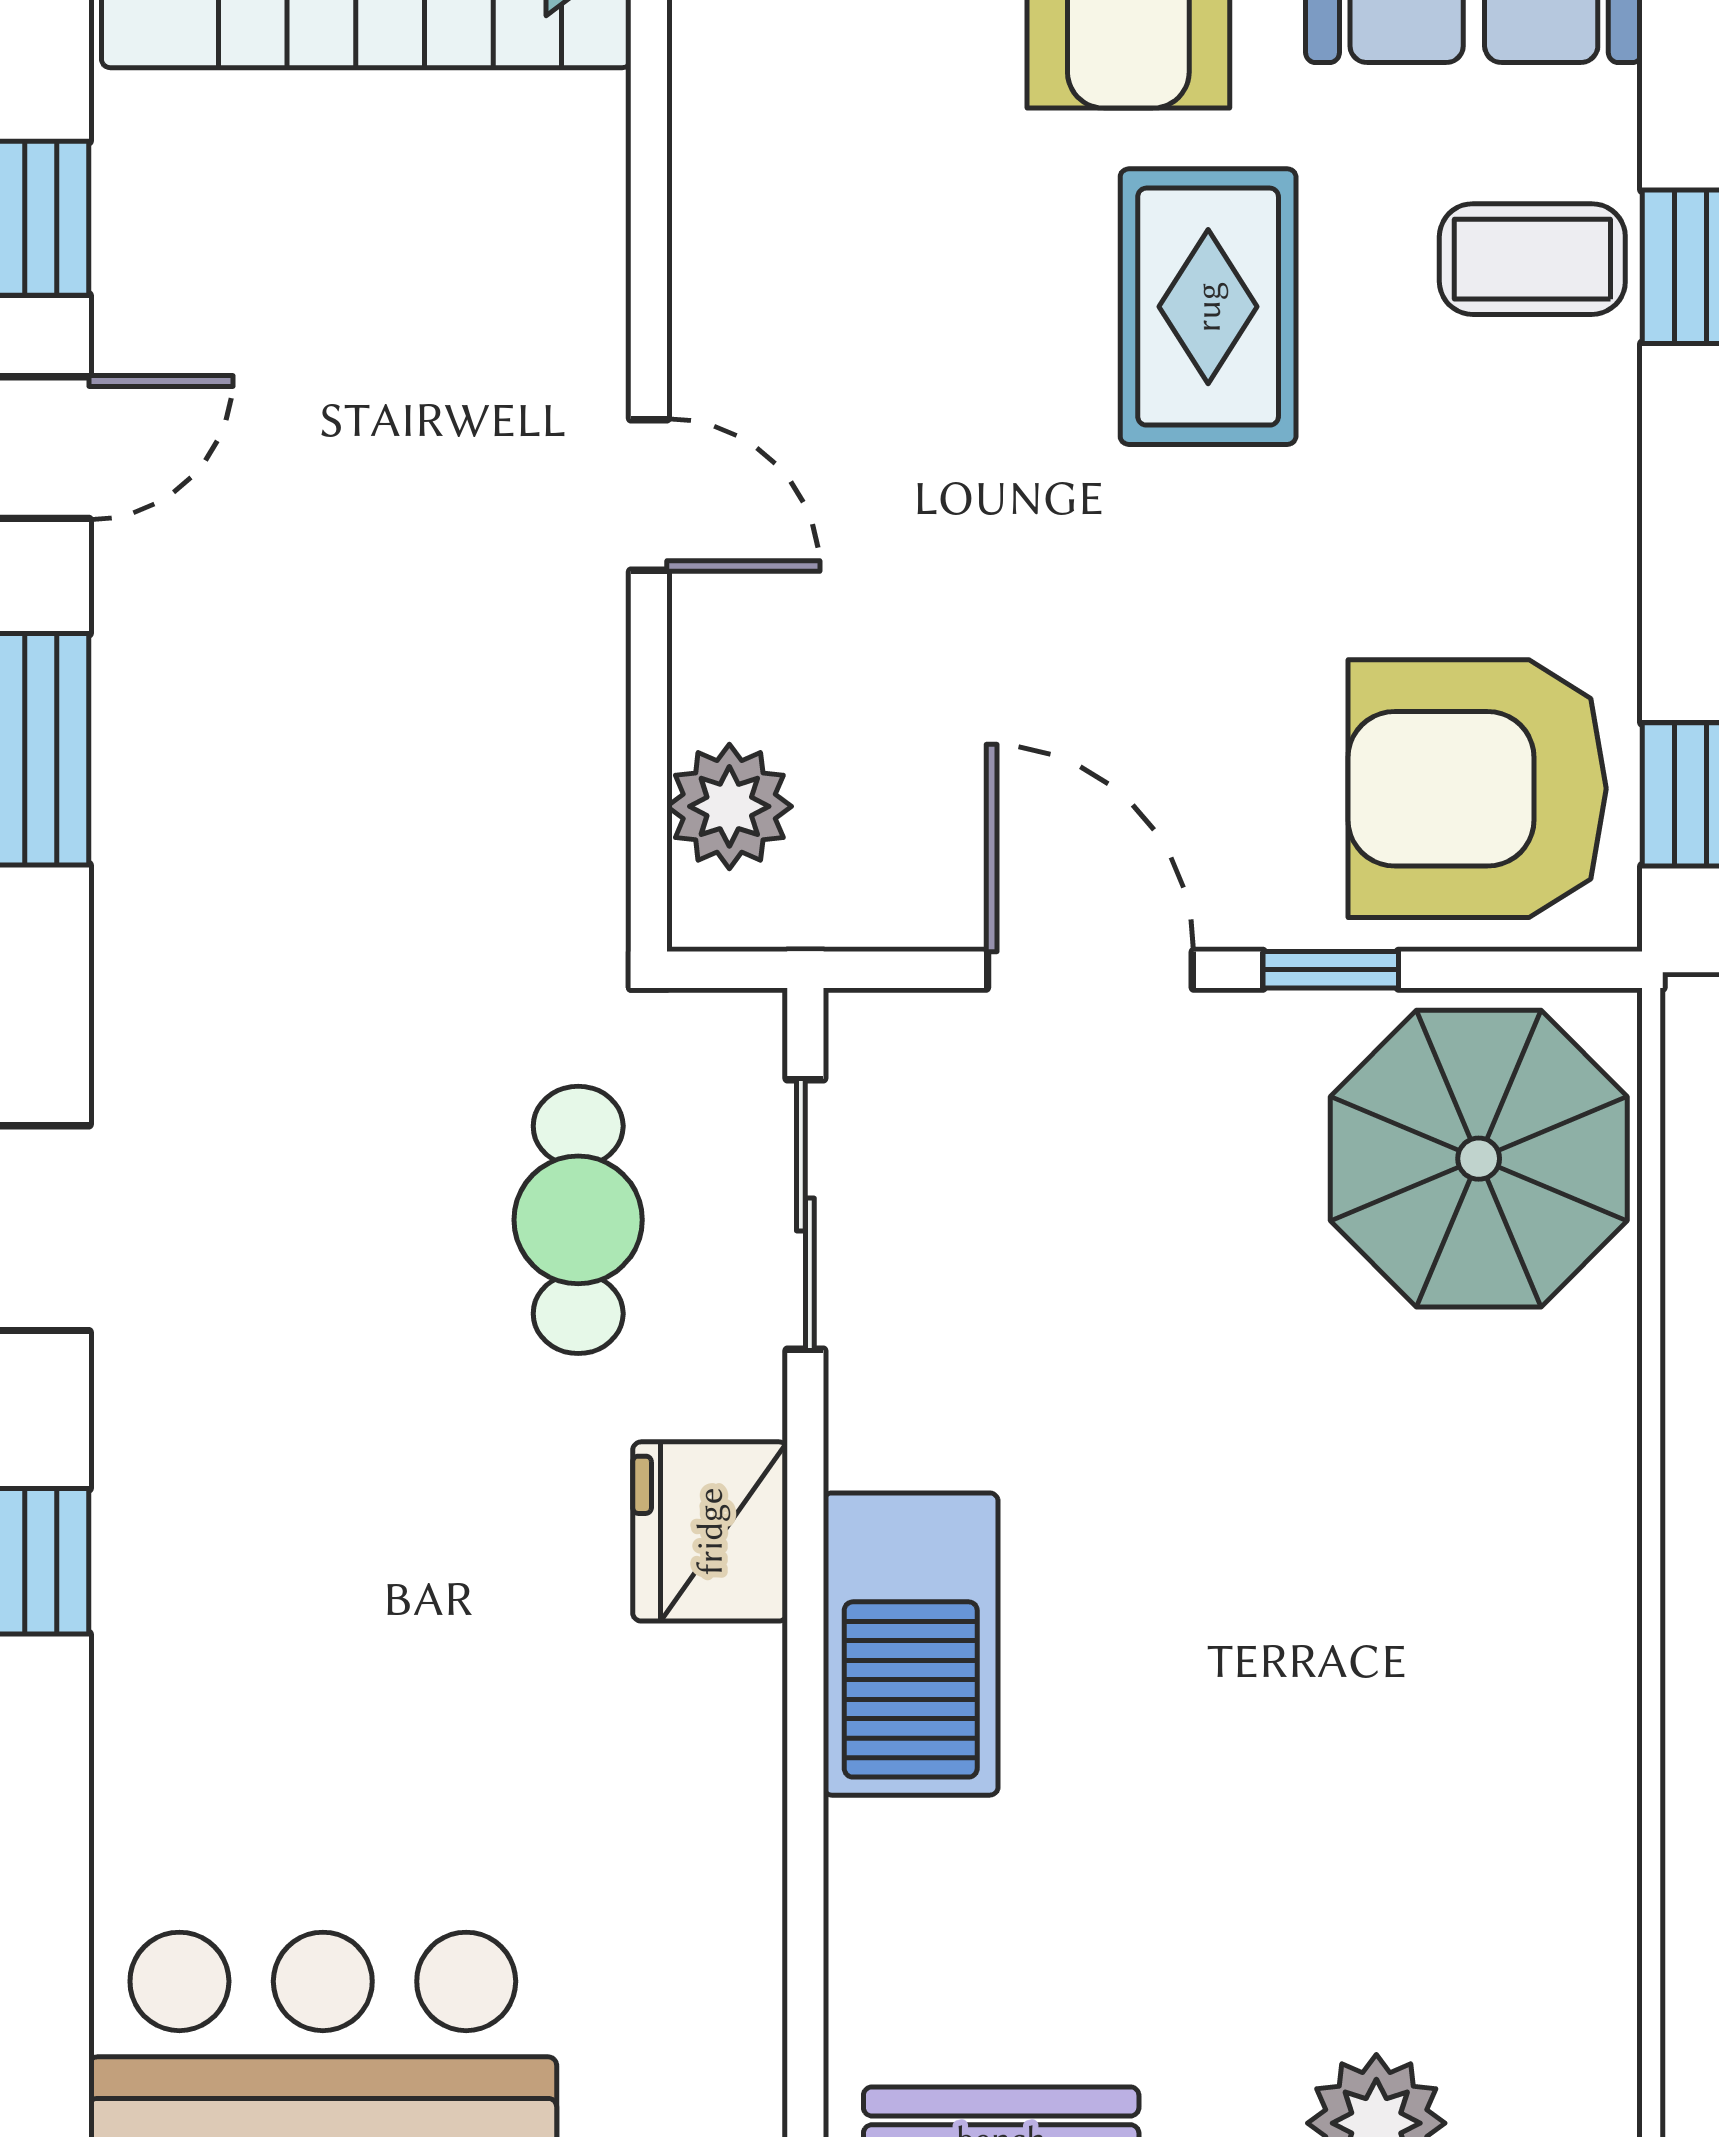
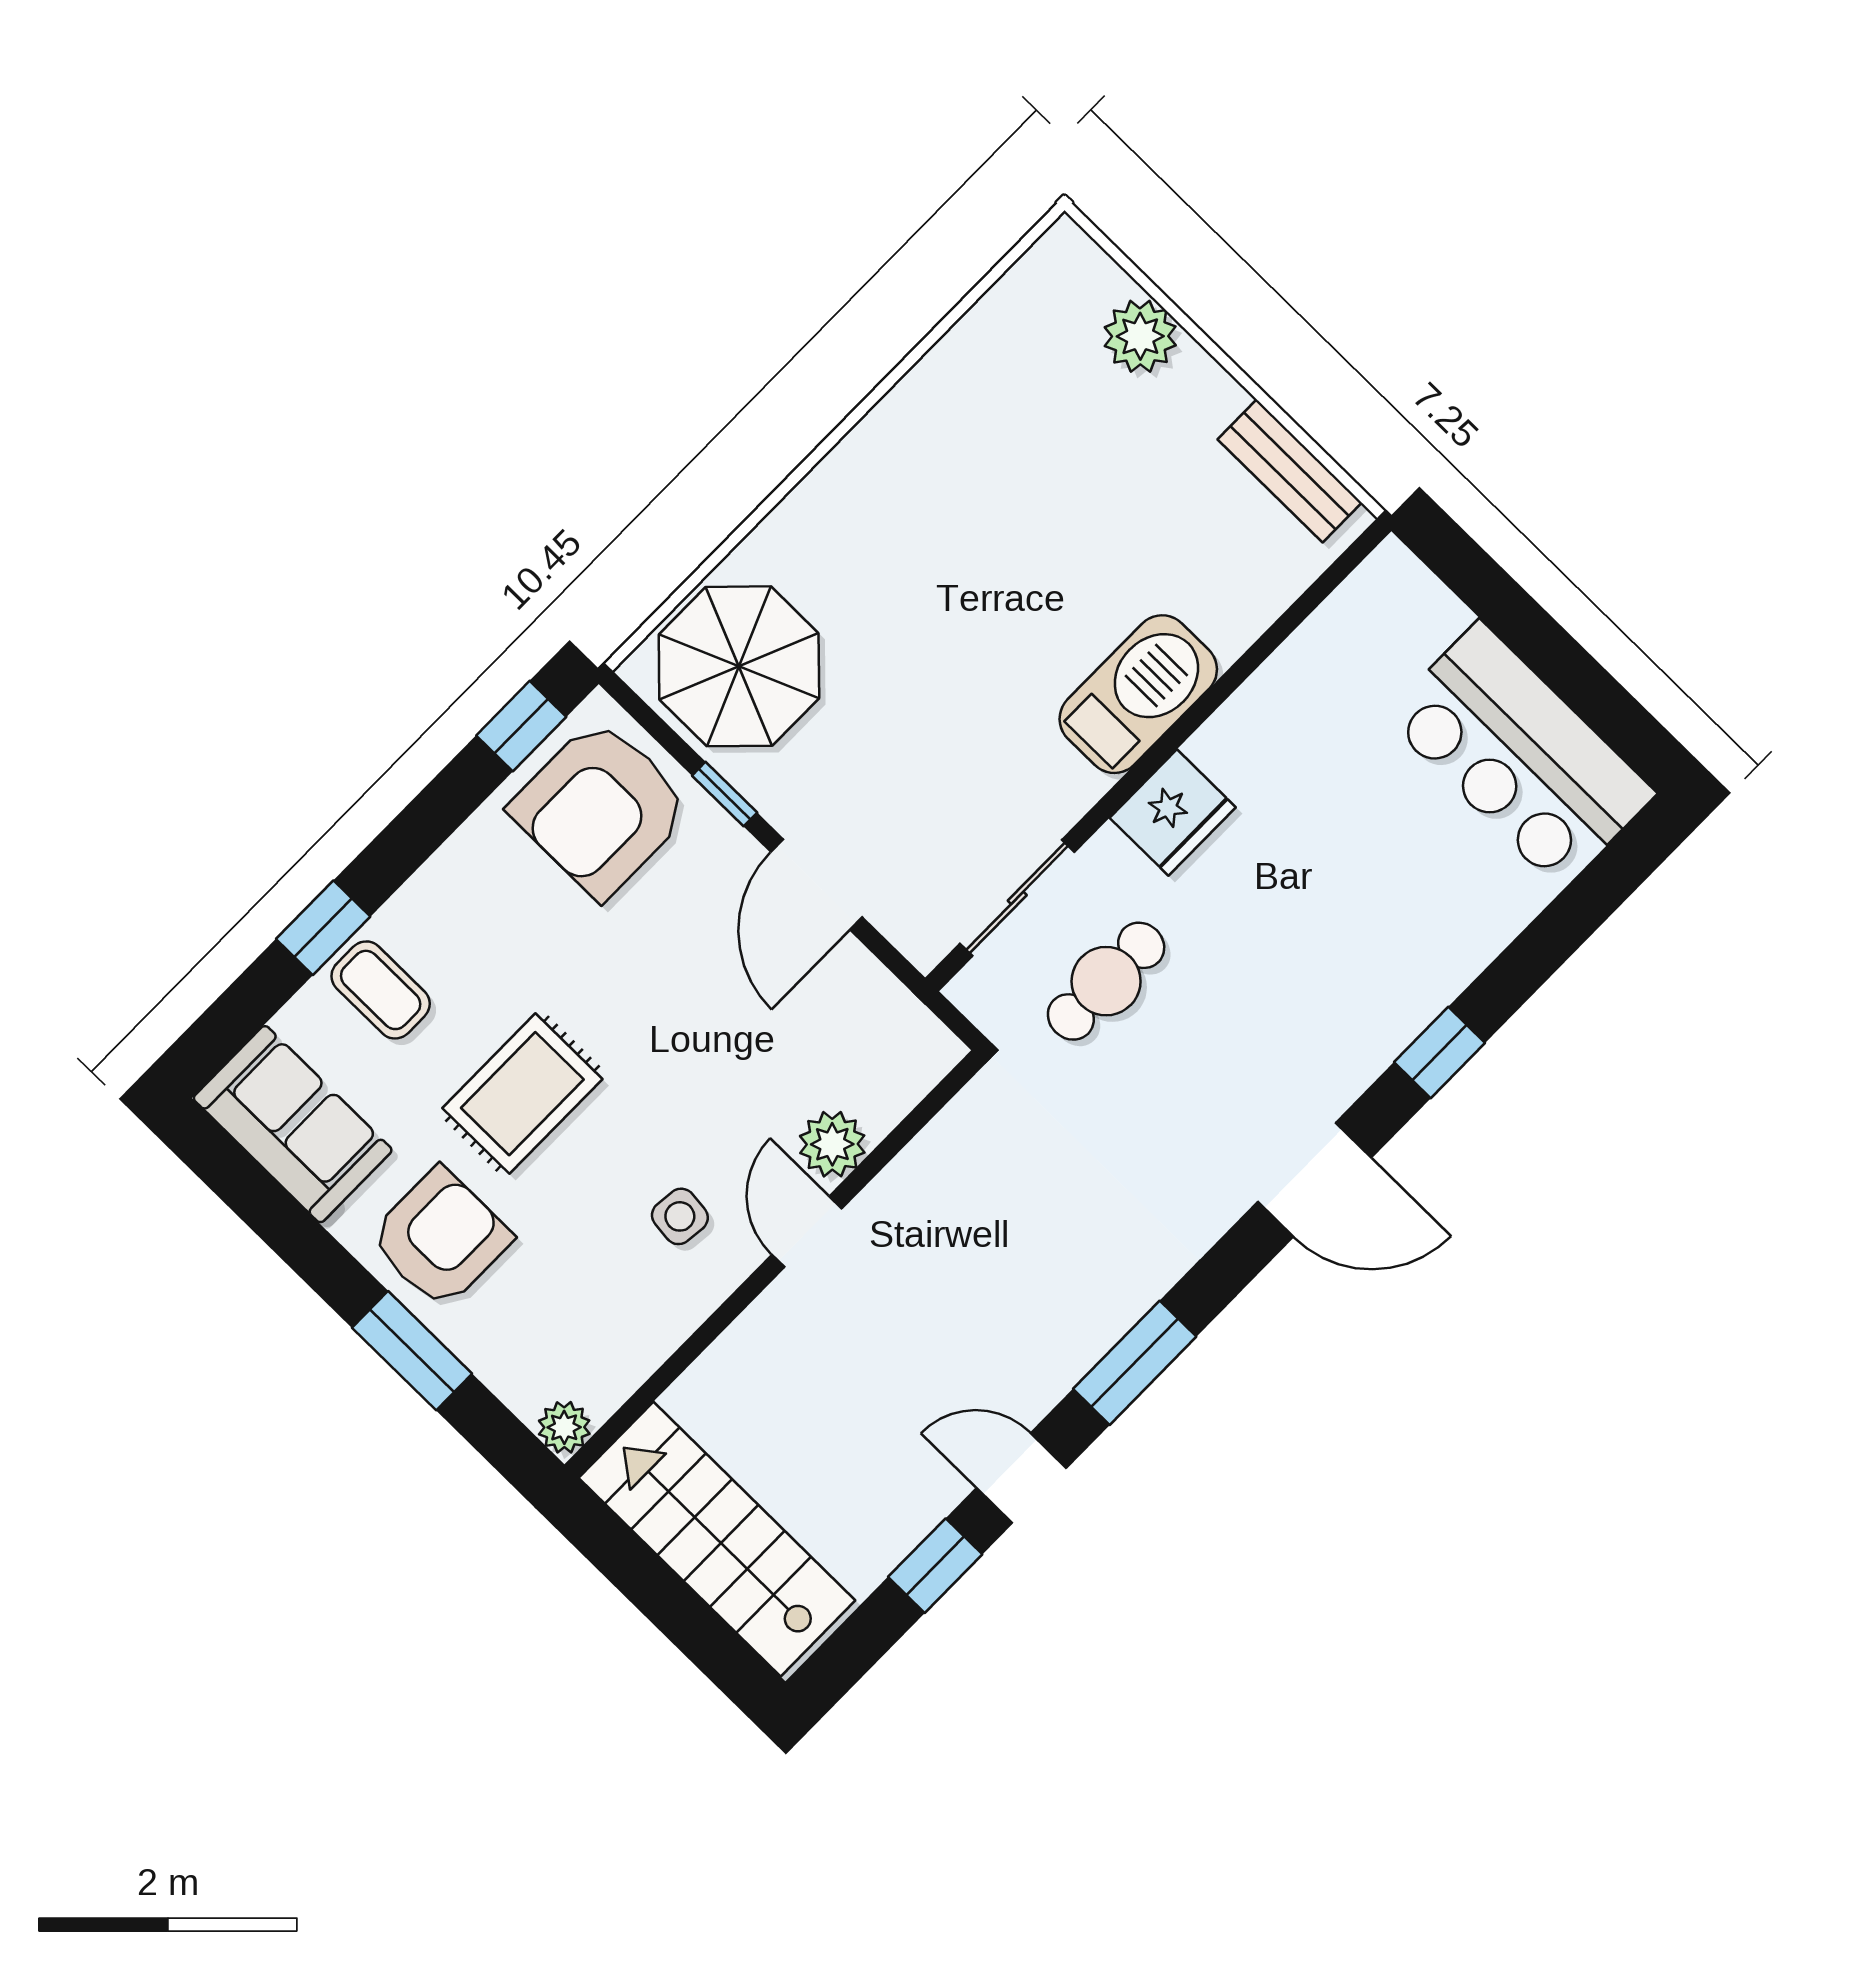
side table: (838, 349) -> (680, 1216), added
armchair: (1477, 789) -> (601, 808), turned 90
plant: (729, 806) -> (832, 1144), moved

